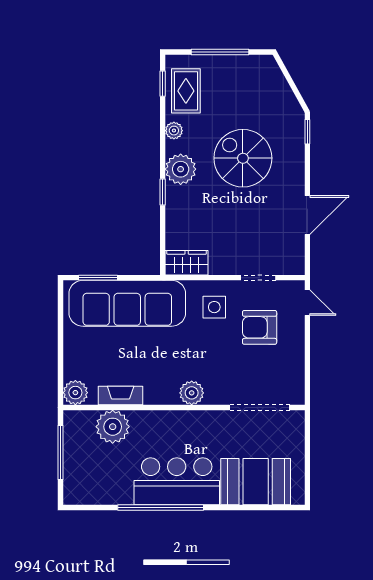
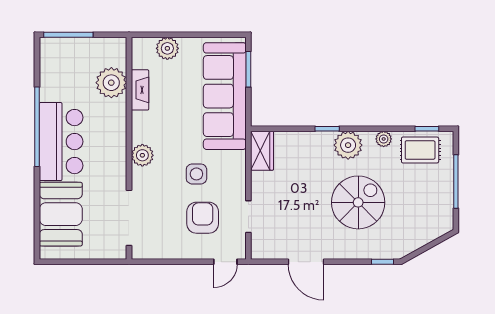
side table: (214, 307) -> (196, 174), moved
plant: (75, 393) -> (167, 48), moved
window: (61, 453) -> (68, 35), moved

